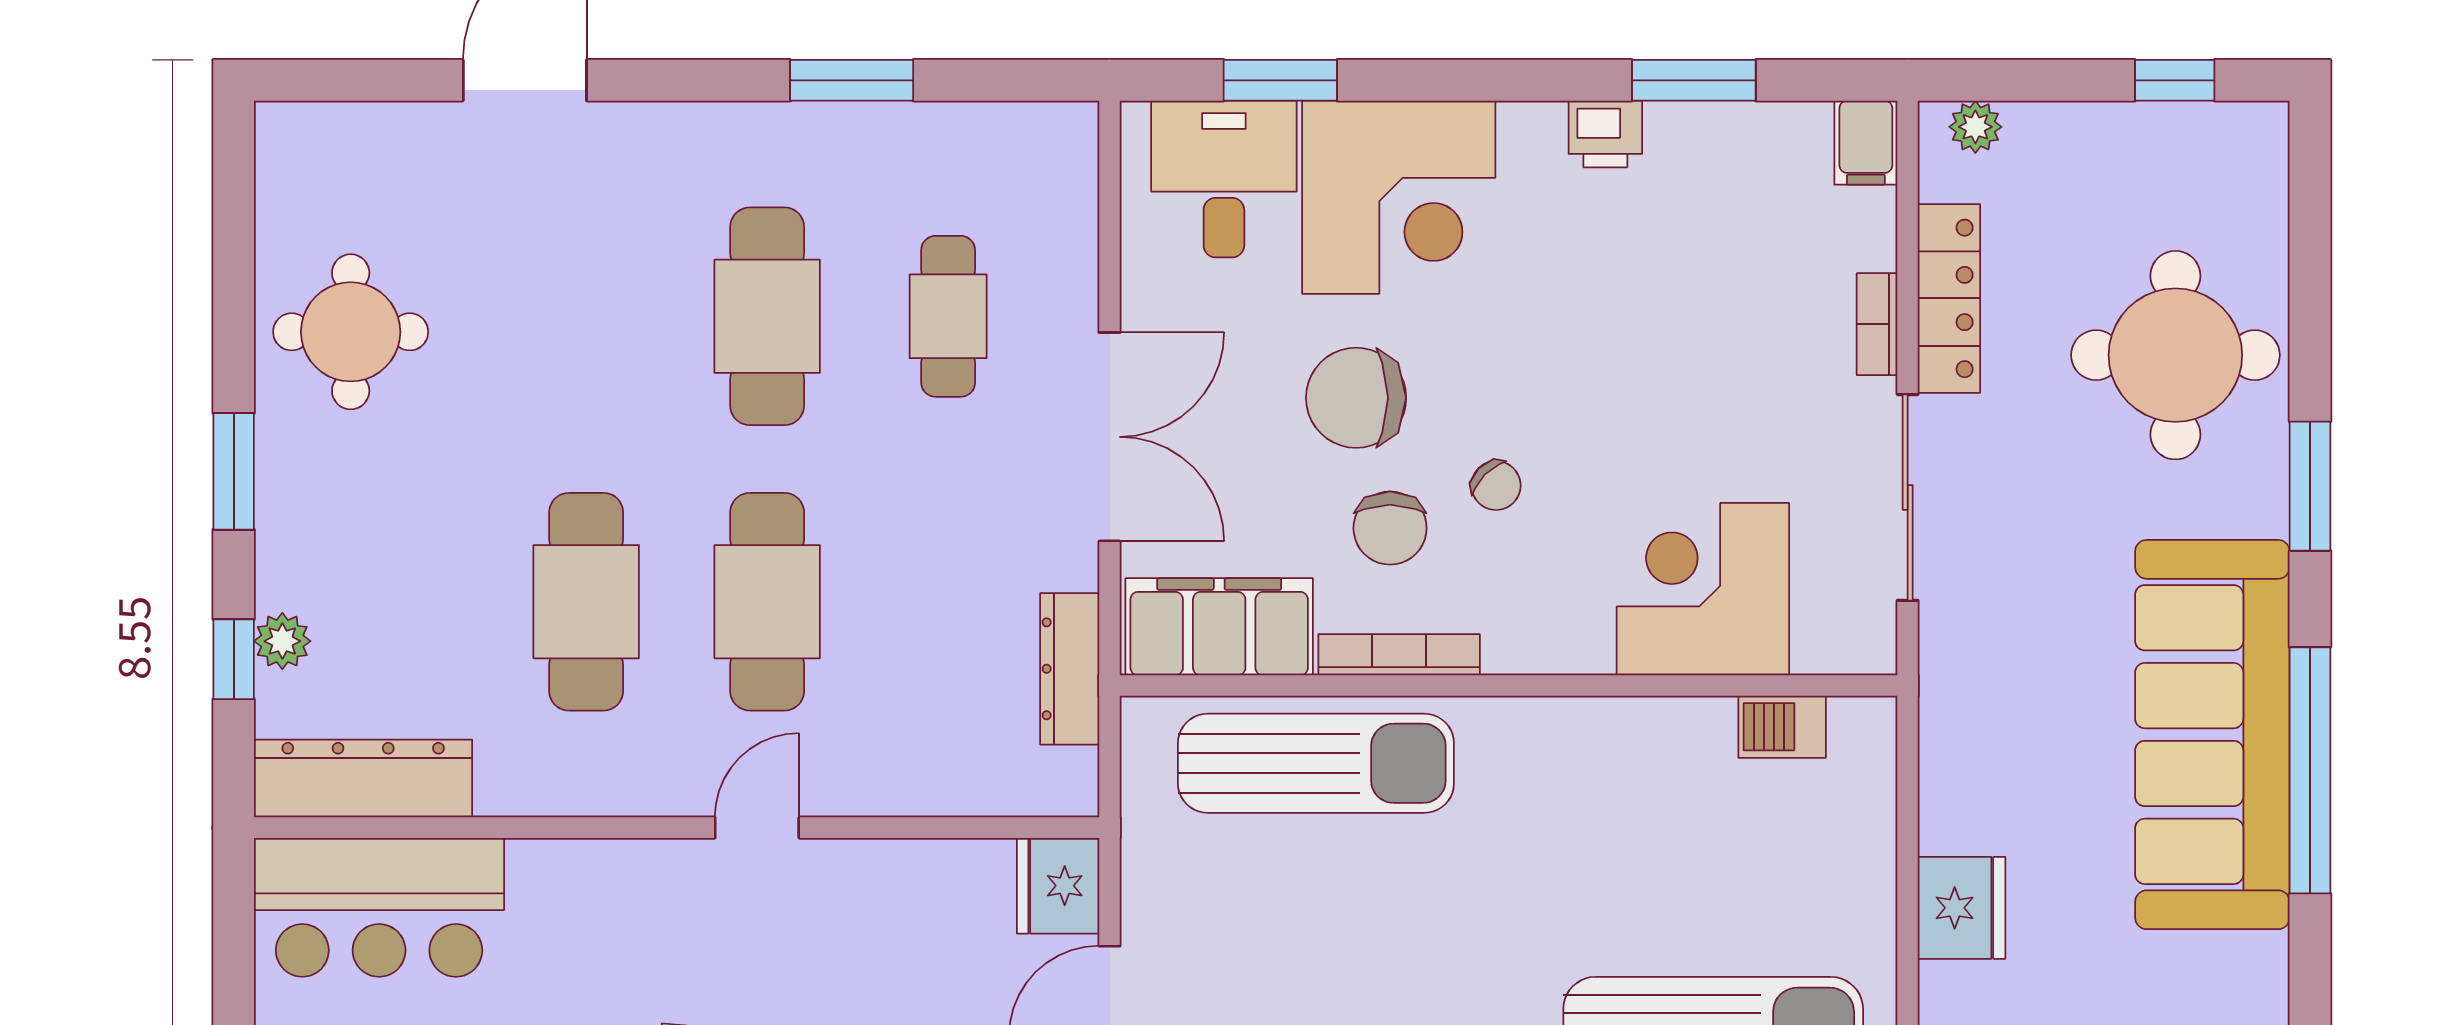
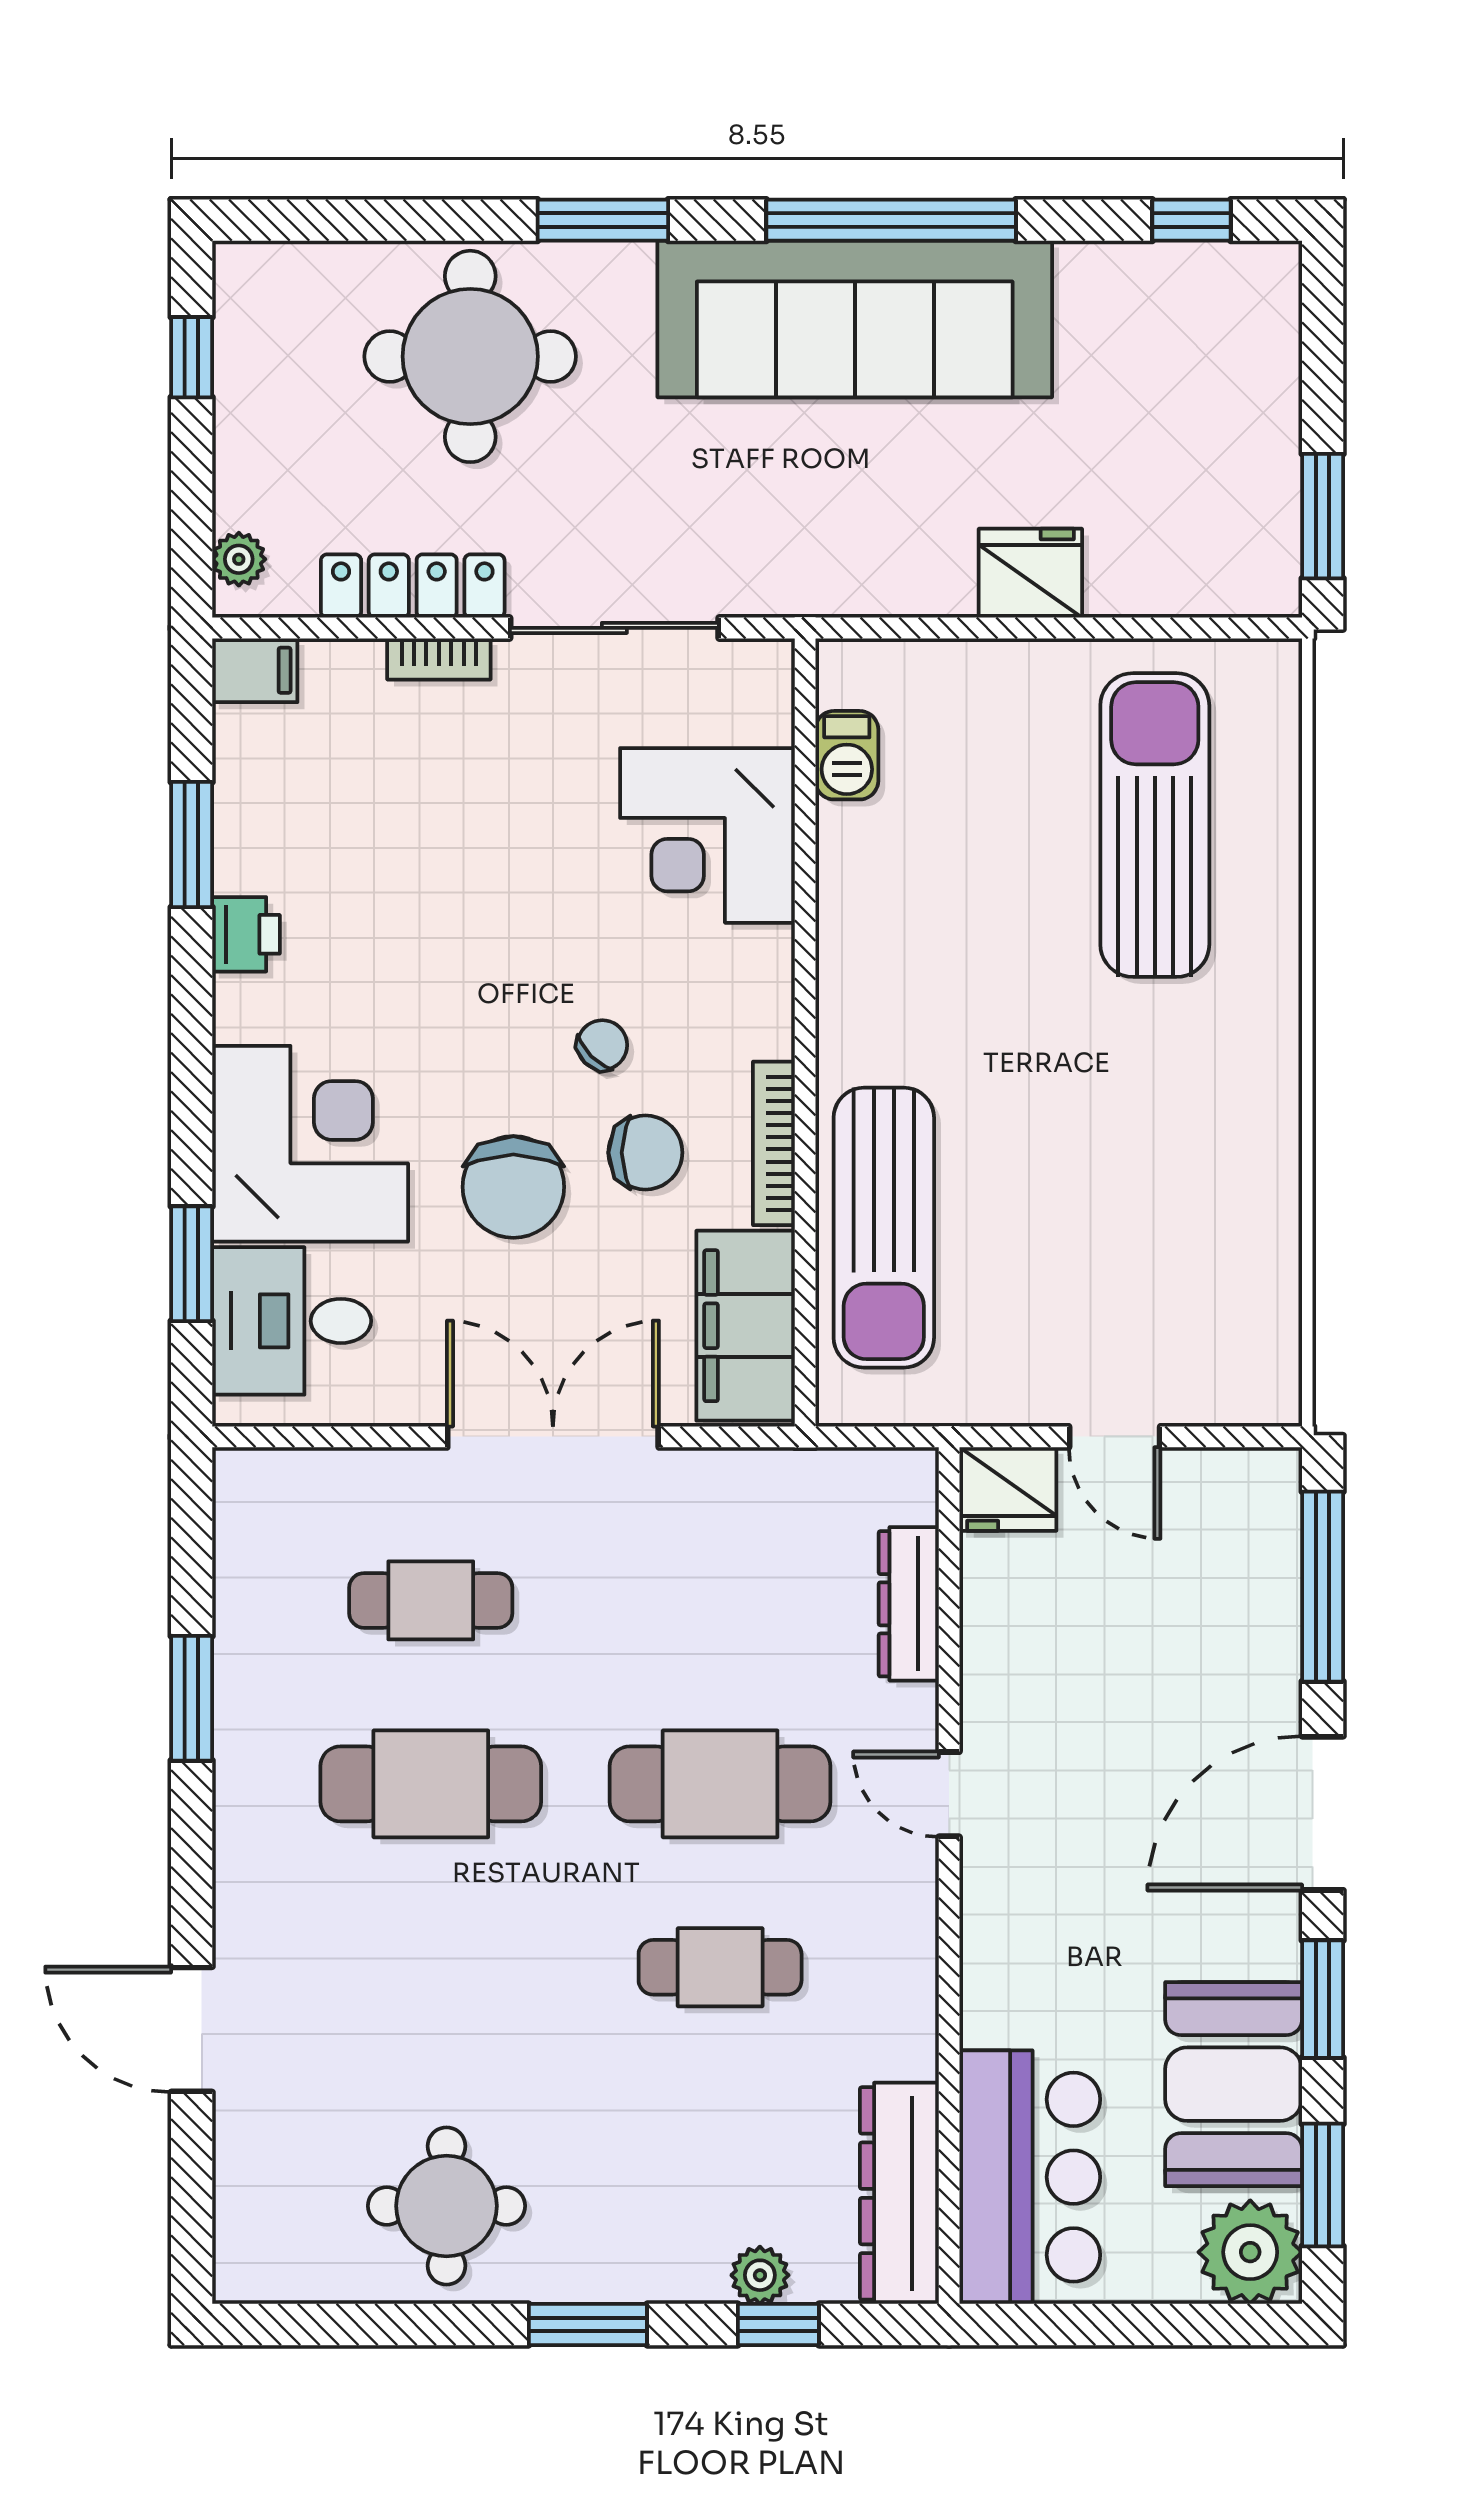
cafe table: (586, 602) -> (720, 1967), width x0.73, depth x0.74
dresser: (1070, 669) -> (909, 1604), moved, turned 90
sun lounger: (1316, 763) -> (884, 1228), turned 180

